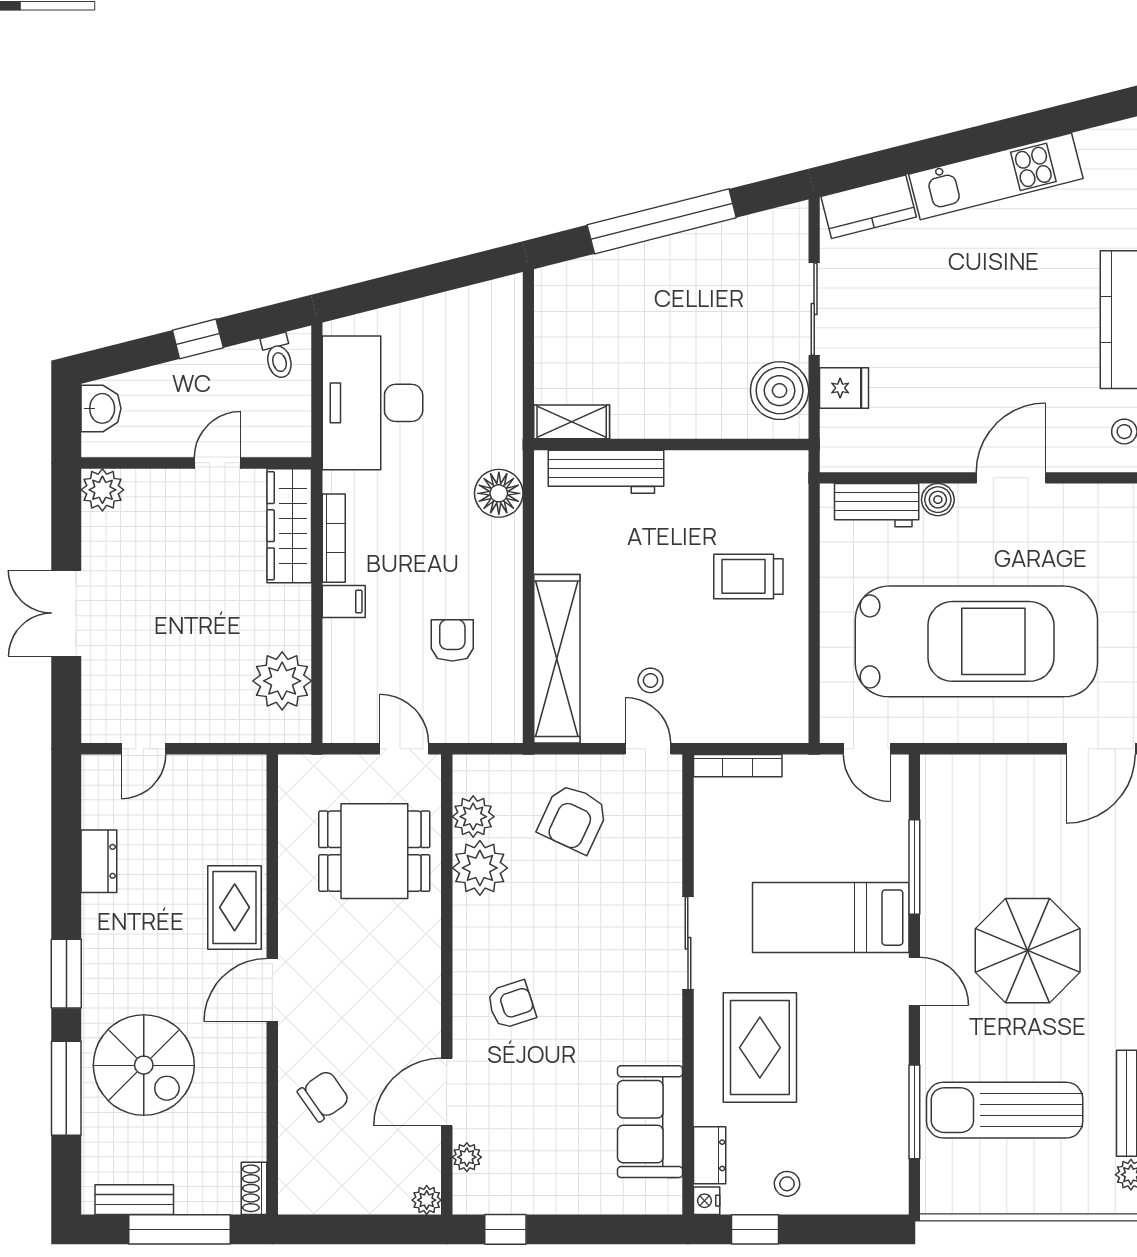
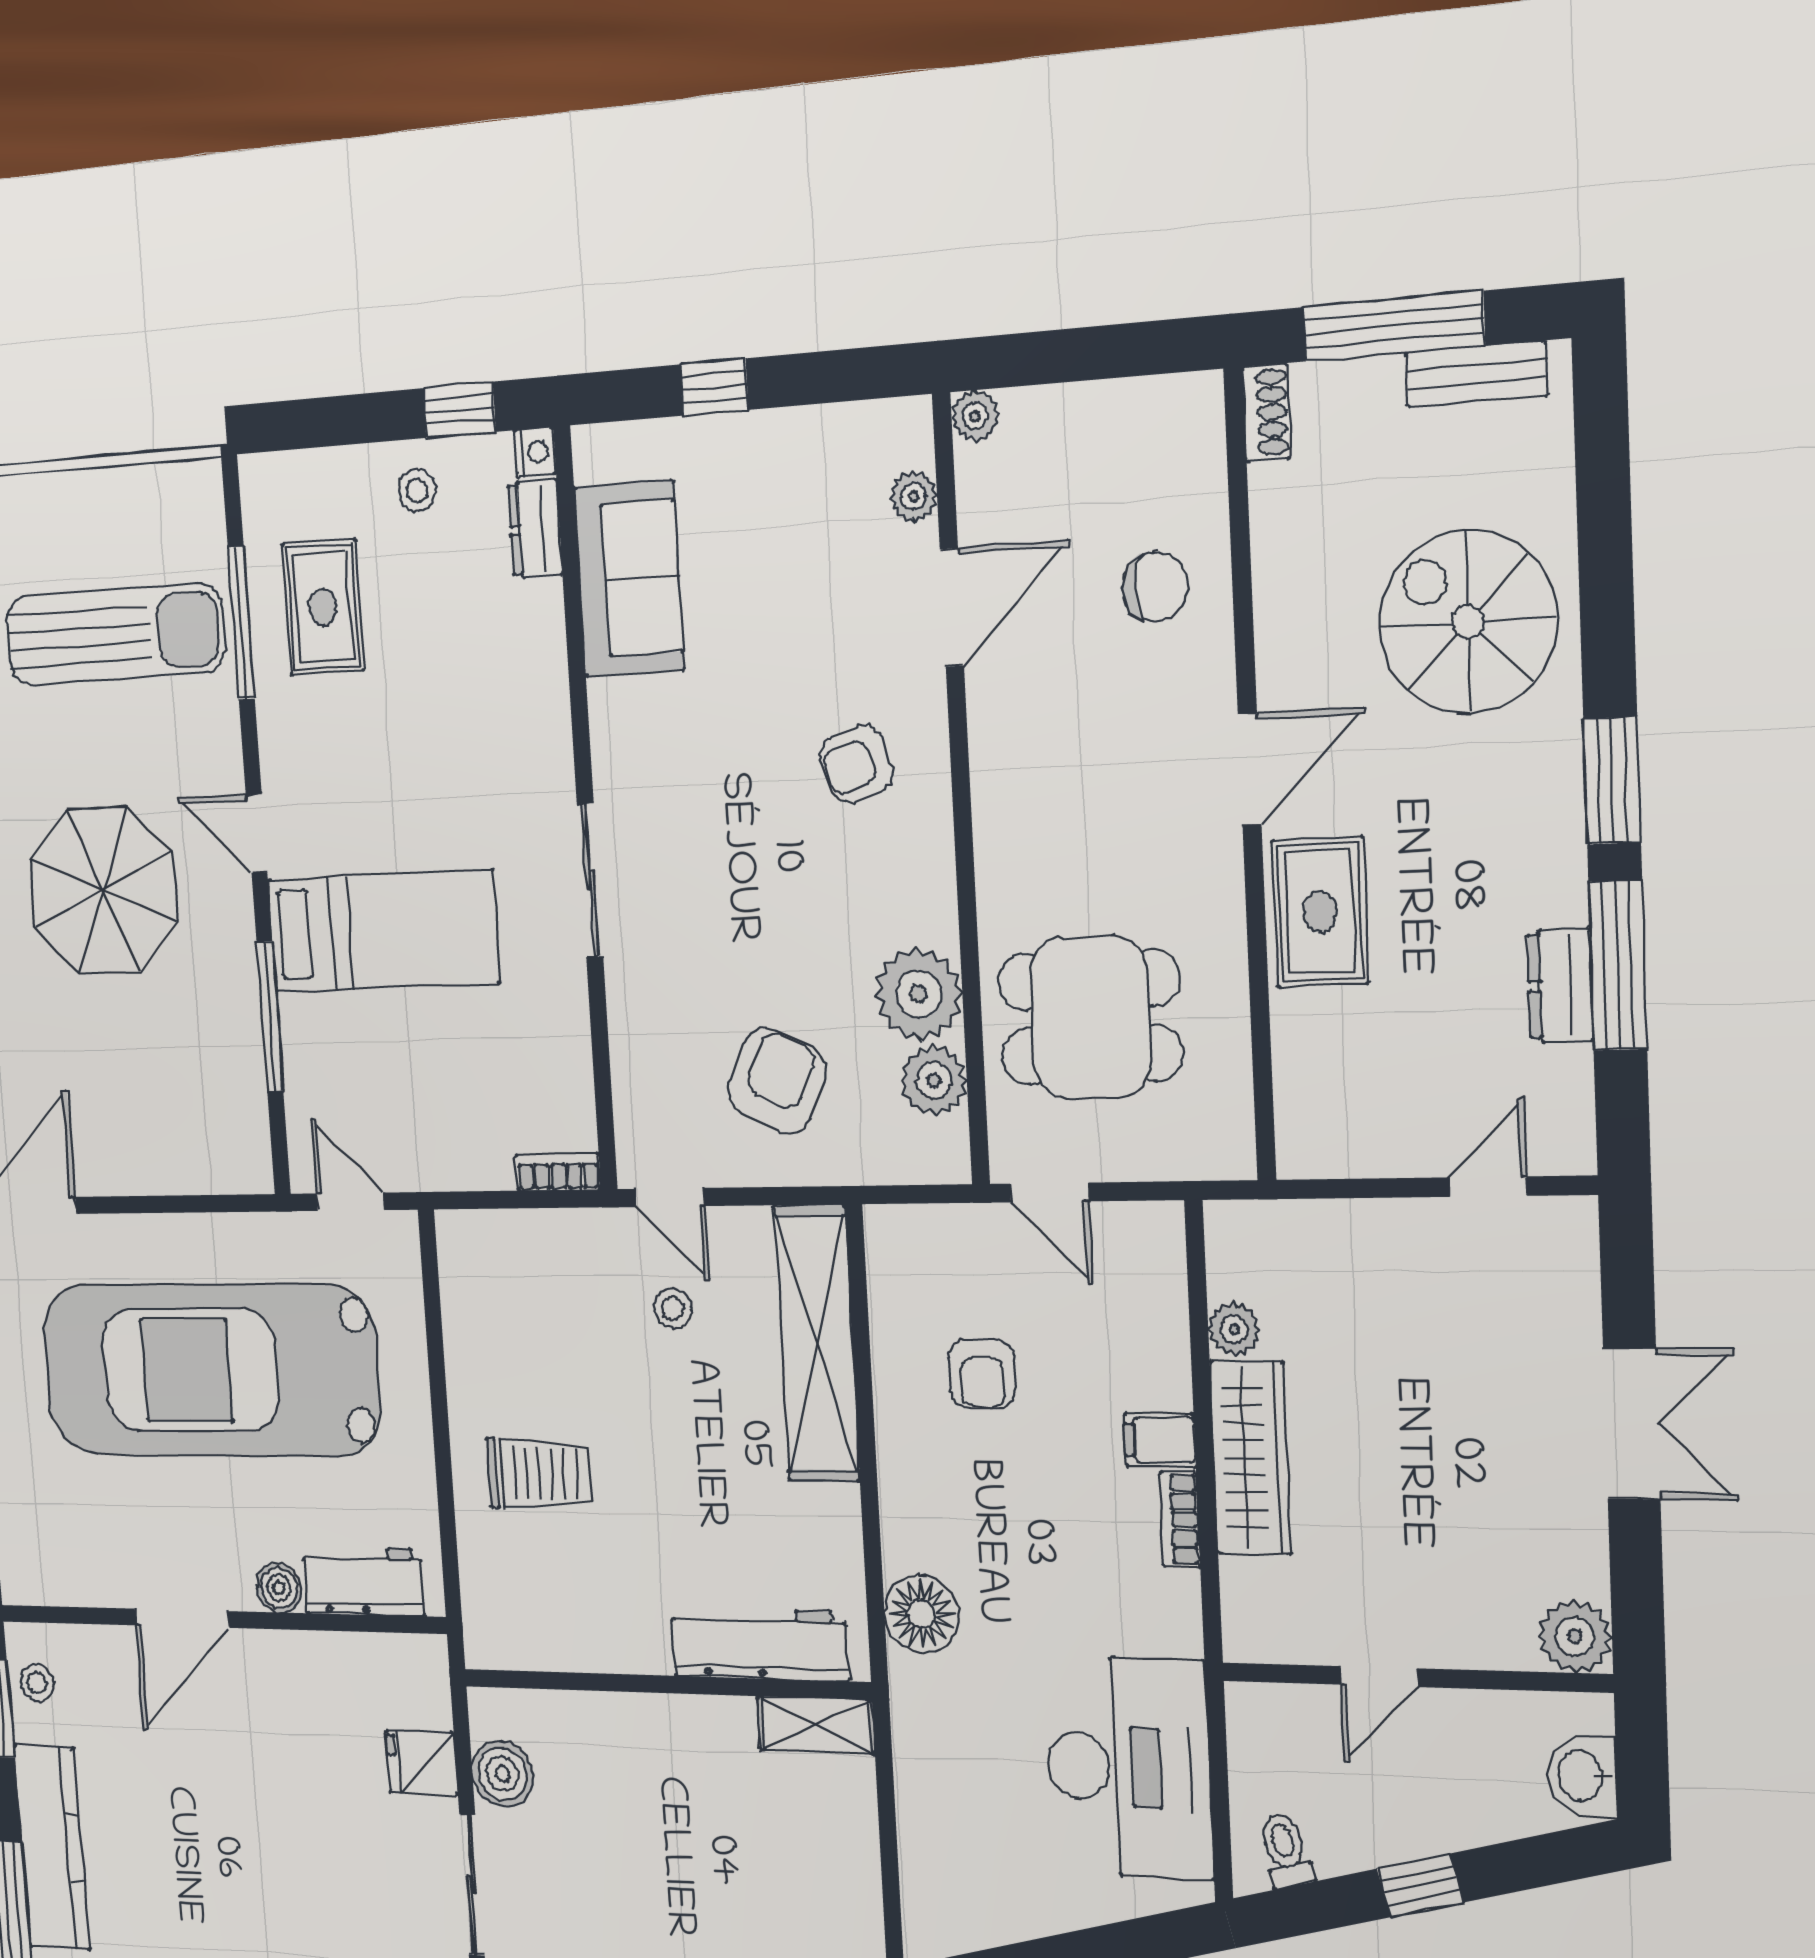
boiler: (780, 391) -> (502, 1774), width x0.73, depth x0.73
wardrobe: (289, 526) -> (1250, 1458), moved
bookcase: (334, 538) -> (1180, 1519), width x0.64
plant: (282, 681) -> (1234, 1329), width x0.53, depth x0.53
bookcase: (738, 766) -> (558, 1172), width x0.64
rug: (760, 1048) -> (323, 607), moved, width x0.73, depth x0.70
window: (66, 1088) -> (1618, 965), moved
chair: (323, 1096) -> (1155, 587), turned -145
window: (505, 1229) -> (714, 387), moved

